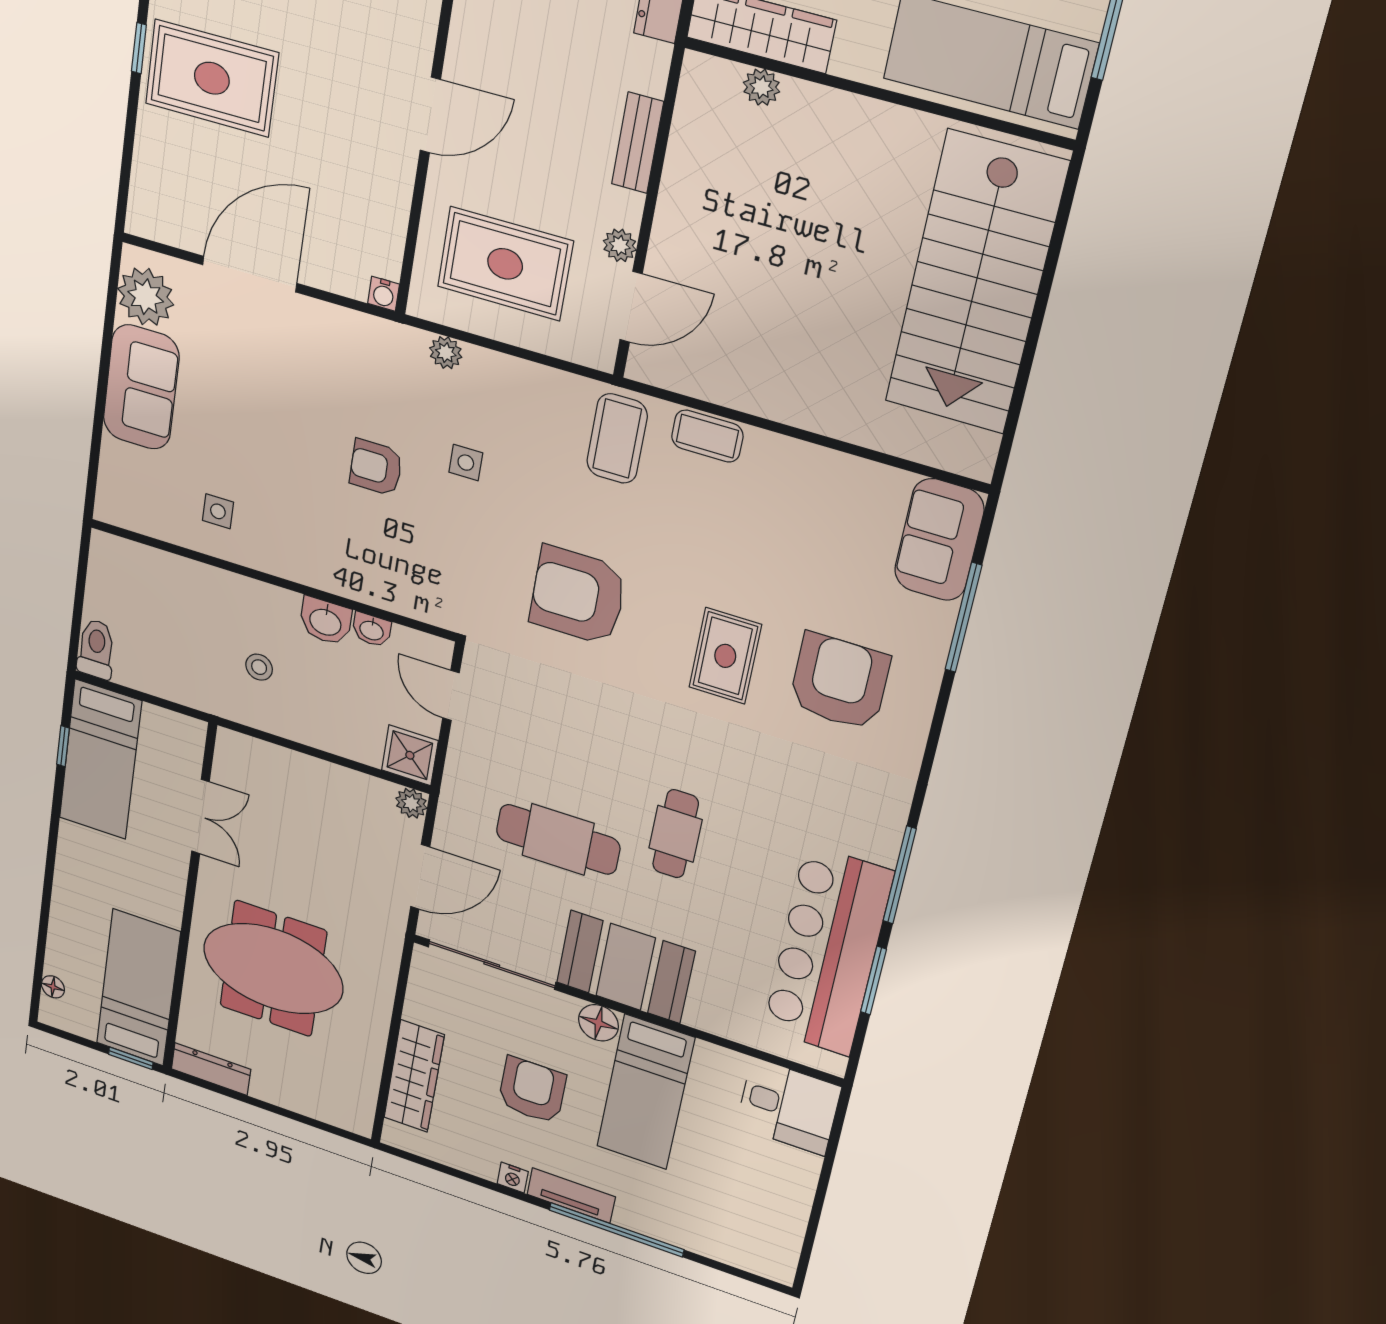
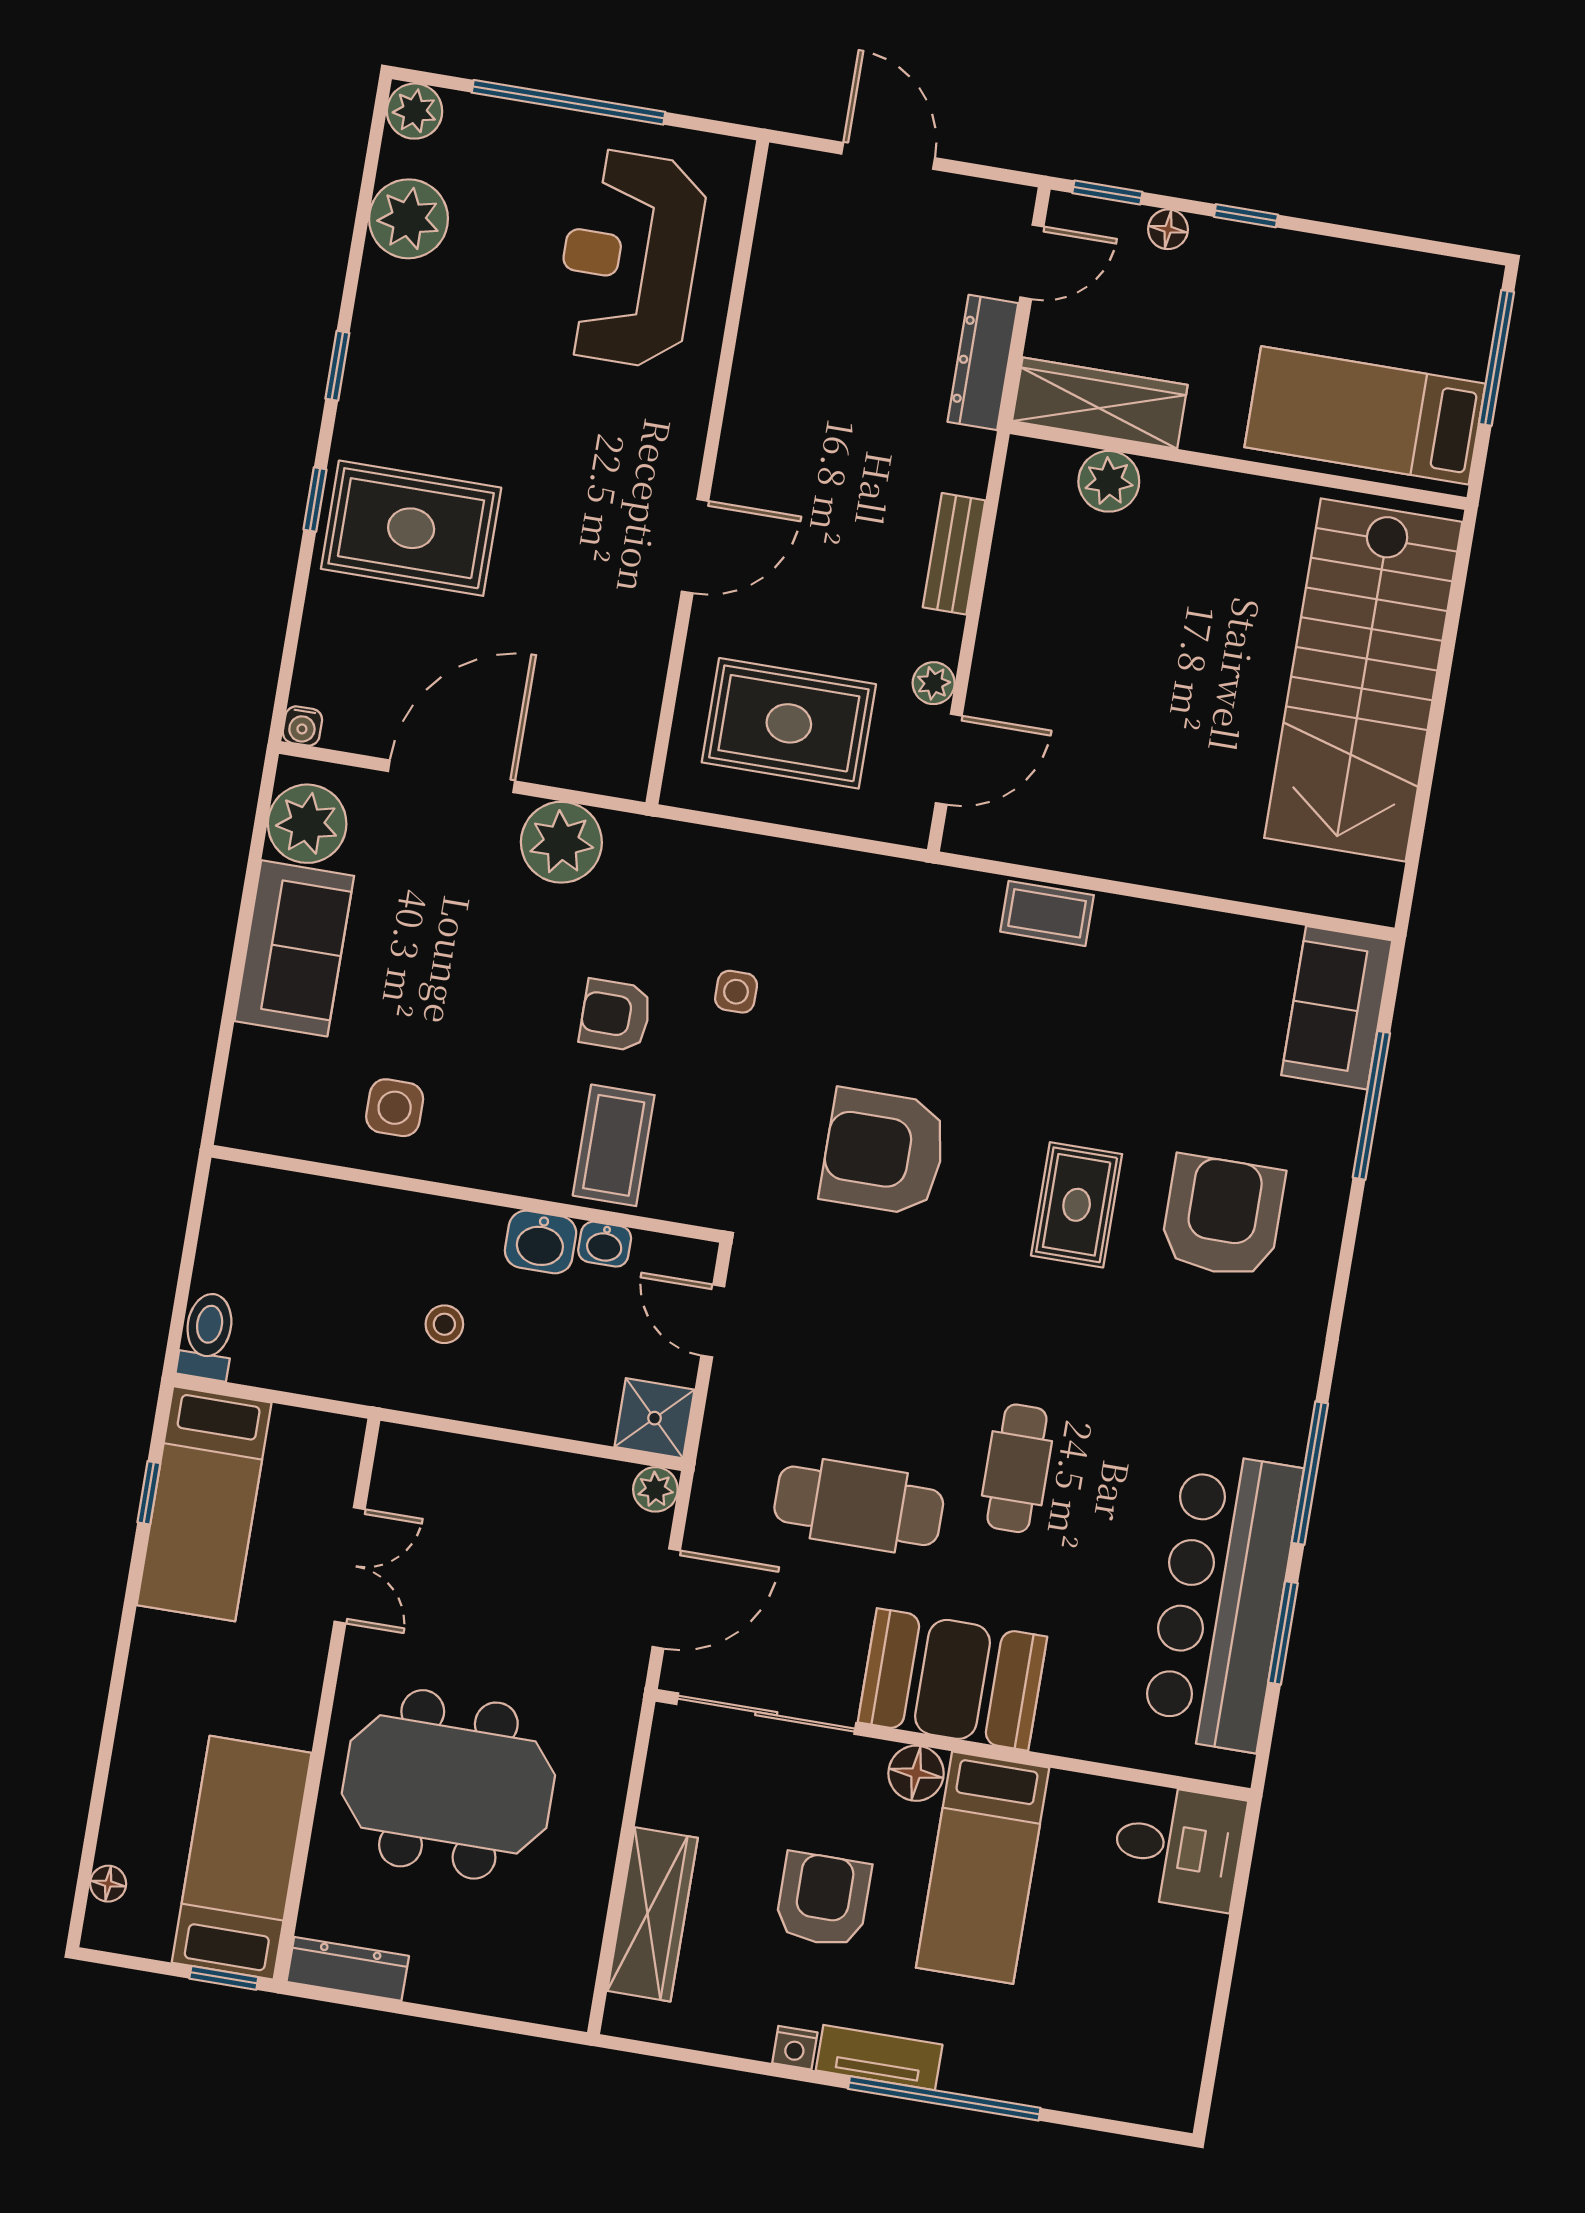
plant: (761, 87) -> (1109, 481), width x1.38, depth x1.38
water cooler: (384, 294) -> (302, 726), moved
plant: (446, 353) -> (561, 842), moved, width x1.87, depth x1.87
coffee table: (617, 438) -> (614, 1145), moved
side table: (218, 511) -> (395, 1108), width x1.37, depth x1.37

